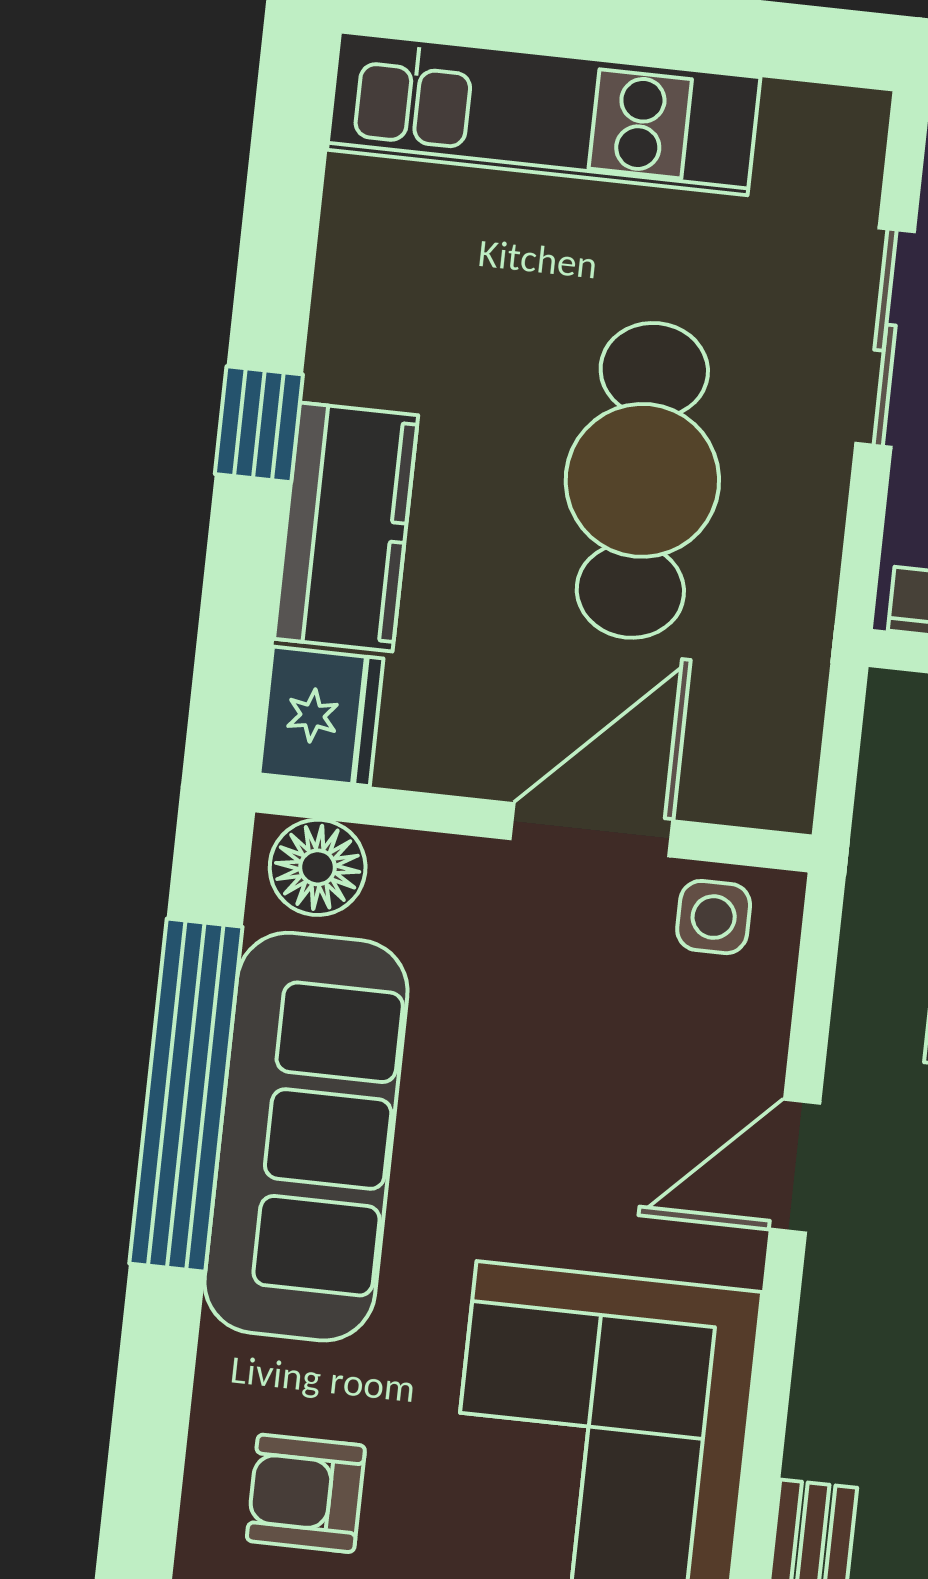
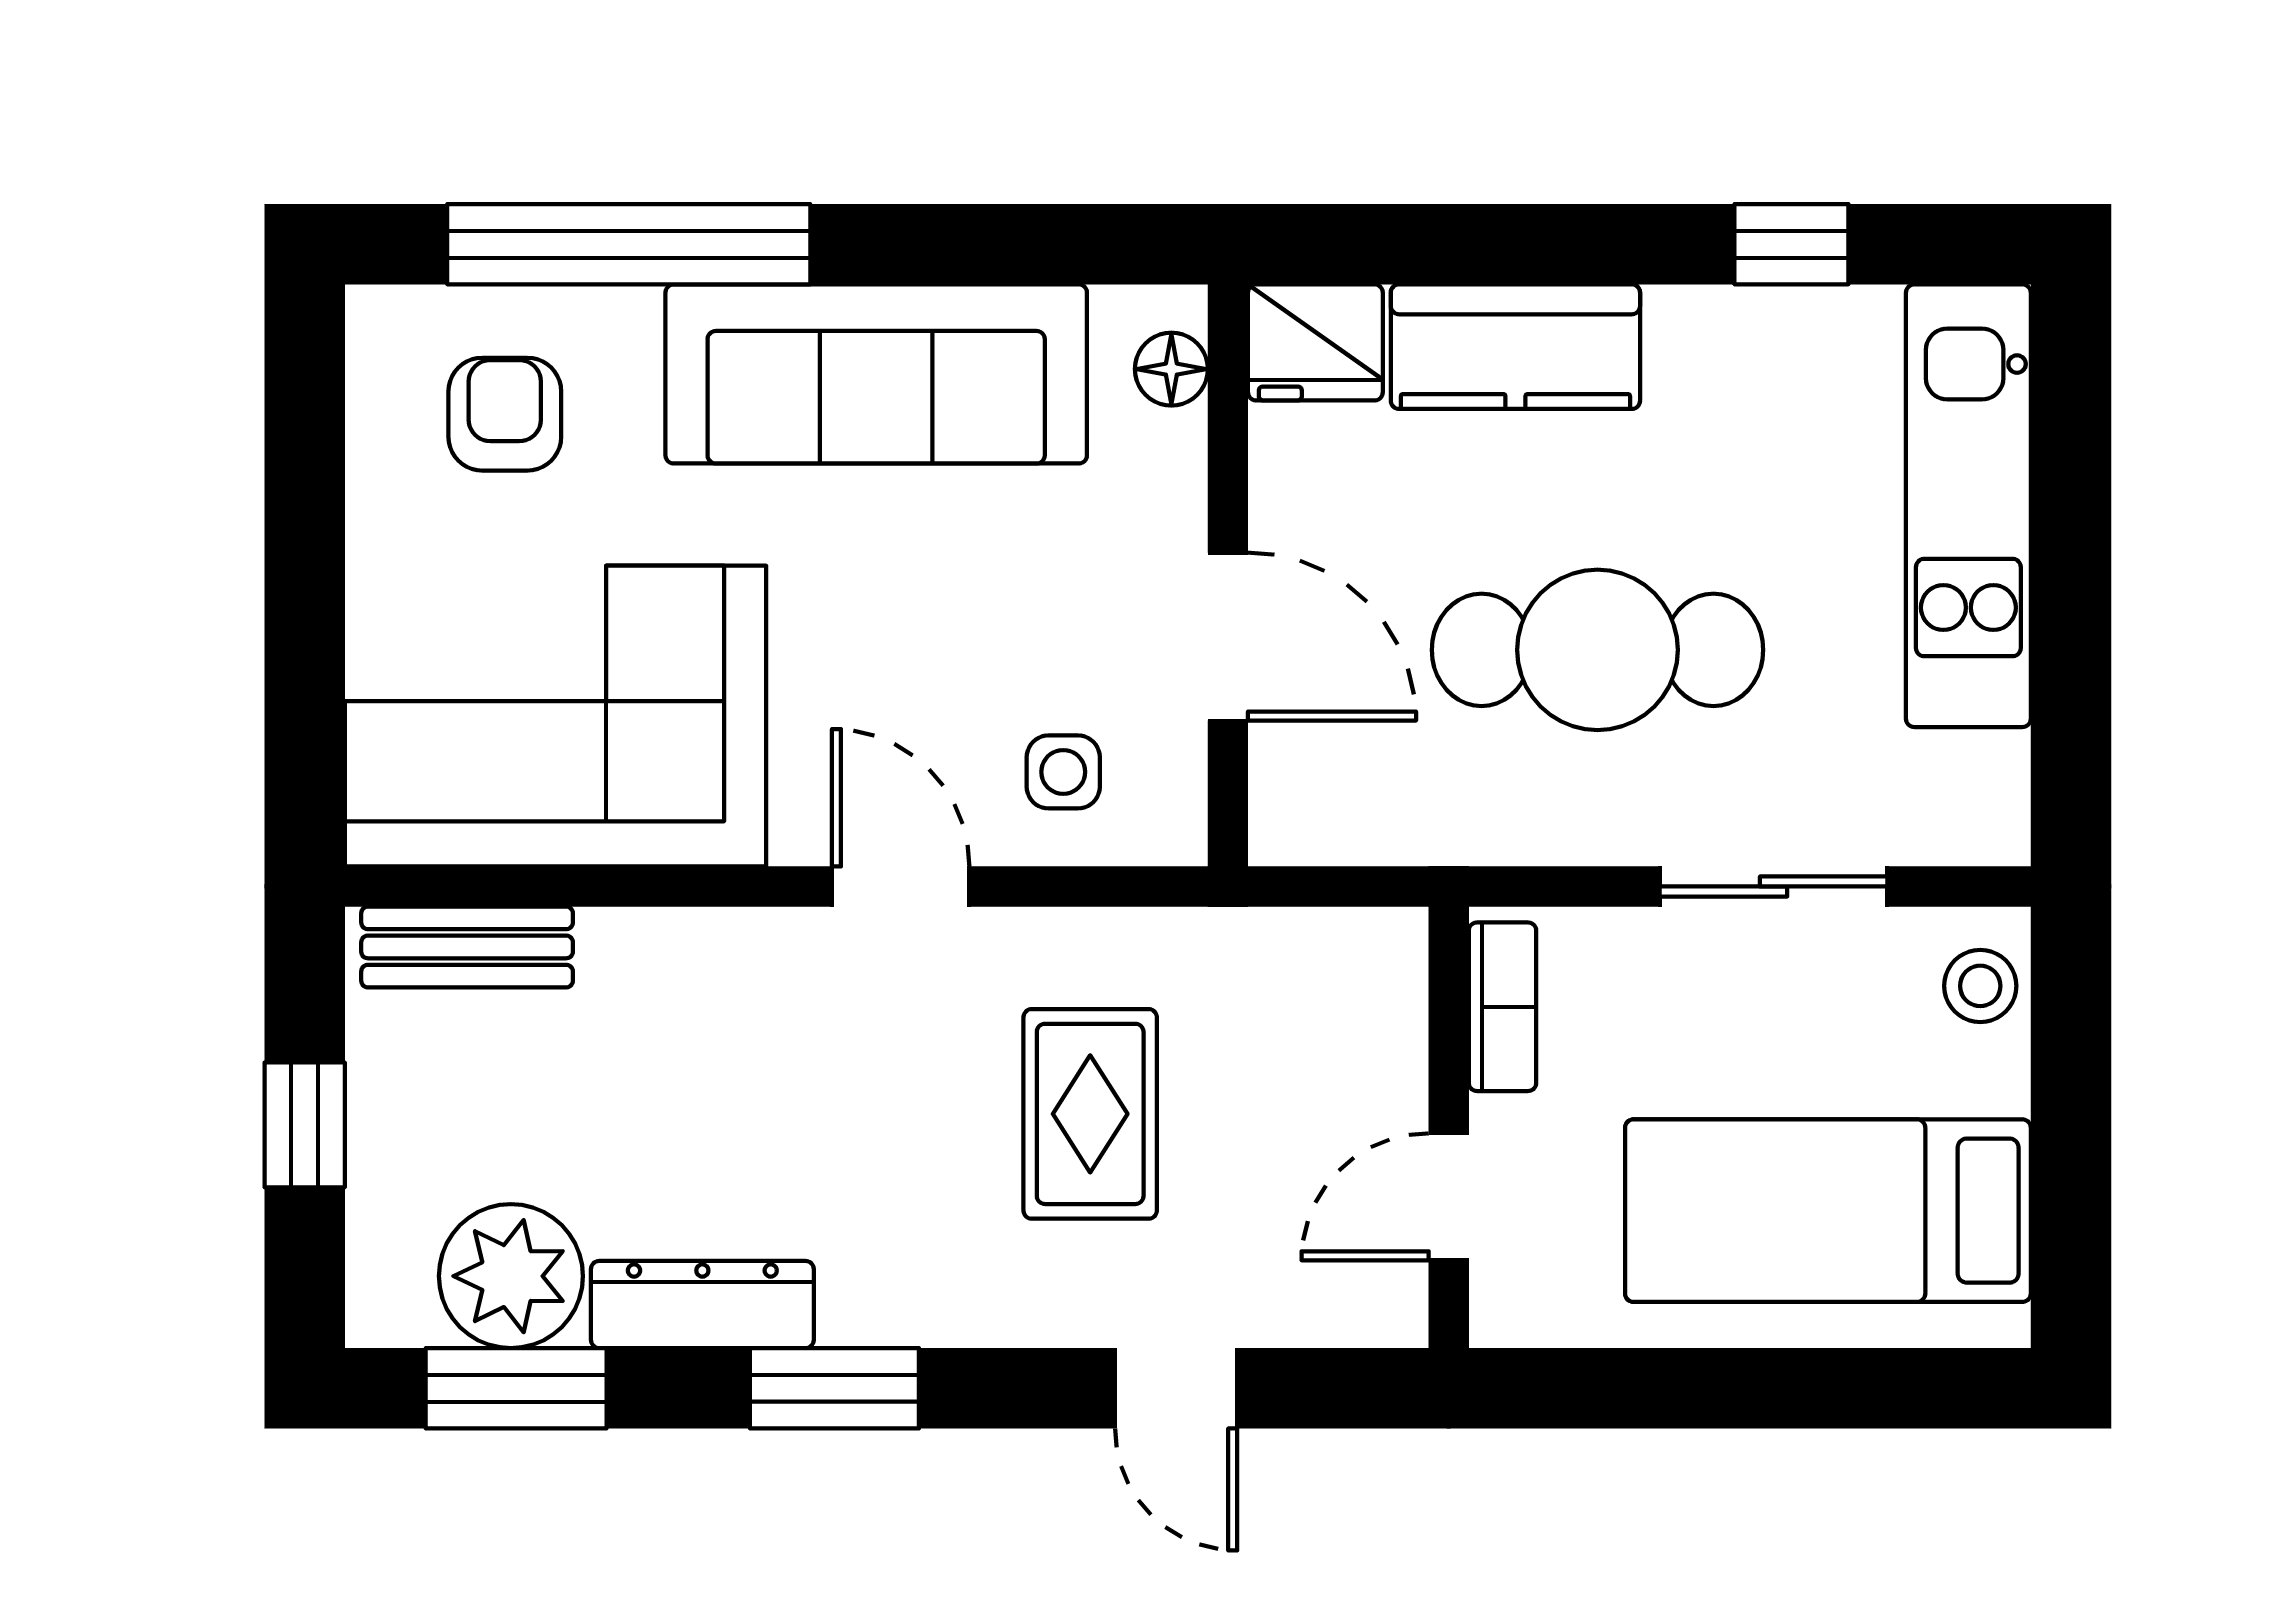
window: (259, 424) -> (1791, 244), moved
floor lamp: (318, 867) -> (1171, 369), width x0.73, depth x0.73
side table: (714, 917) -> (1063, 772), moved
window: (186, 1095) -> (629, 244), moved

